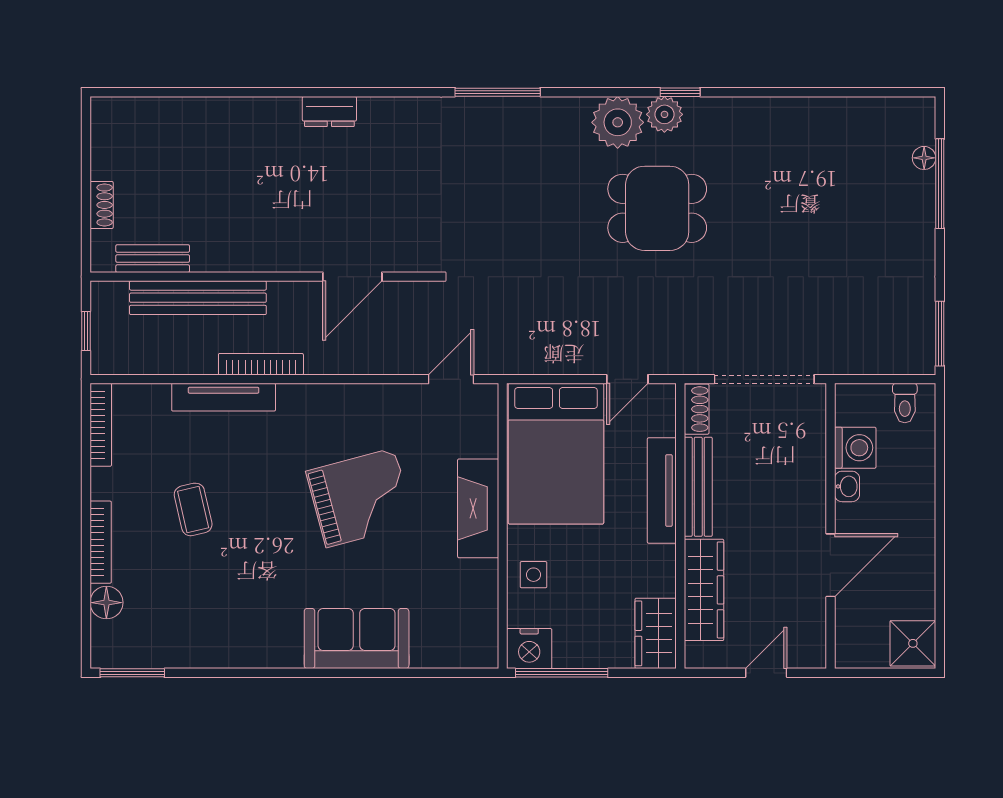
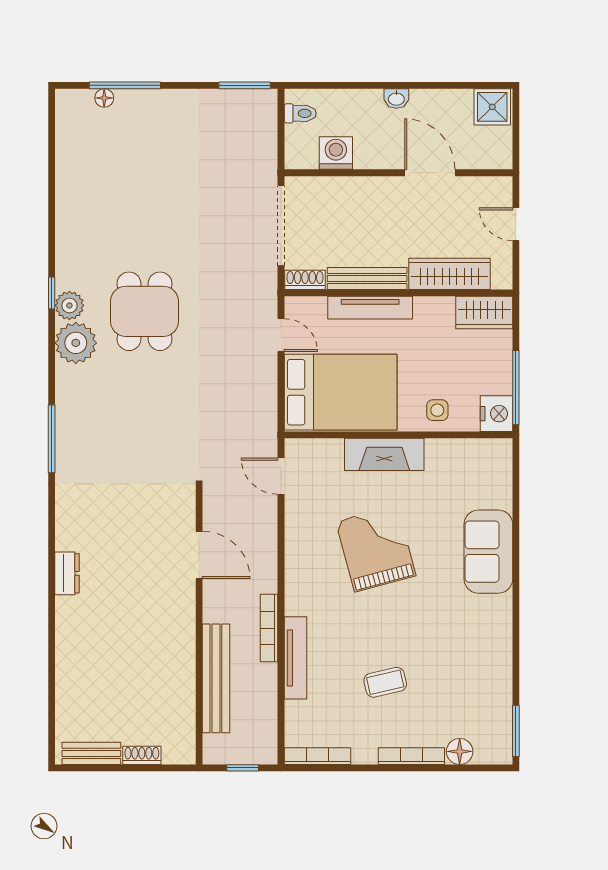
bench: (153, 259) -> (91, 753), moved, turned 90
washbasin: (847, 486) -> (396, 99), moved, turned 180

